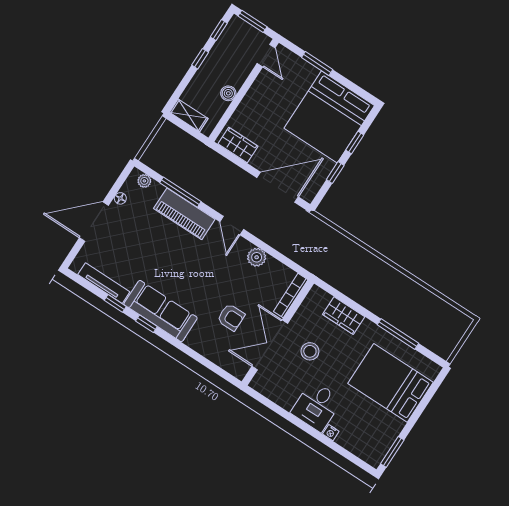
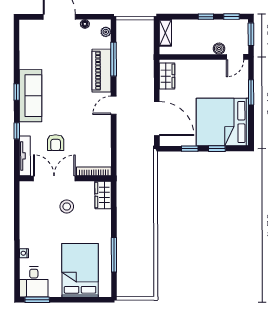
boiler: (228, 93) -> (219, 49), moved
plant: (257, 257) -> (104, 134), removed
tv unit: (104, 283) -> (25, 156), moved
window: (115, 303) -> (17, 131), moved
wardrobe: (344, 316) -> (103, 195), moved
desk: (317, 406) -> (34, 282), moved, turned -90

